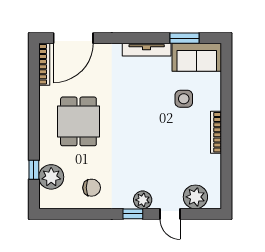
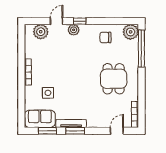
door: (73, 38) -> (117, 131), width x0.53
window: (140, 38) -> (75, 131), added
window: (34, 170) -> (141, 49), width x3.17
plant: (51, 177) -> (131, 32), moved
door: (170, 214) -> (57, 21), hinge flipped

